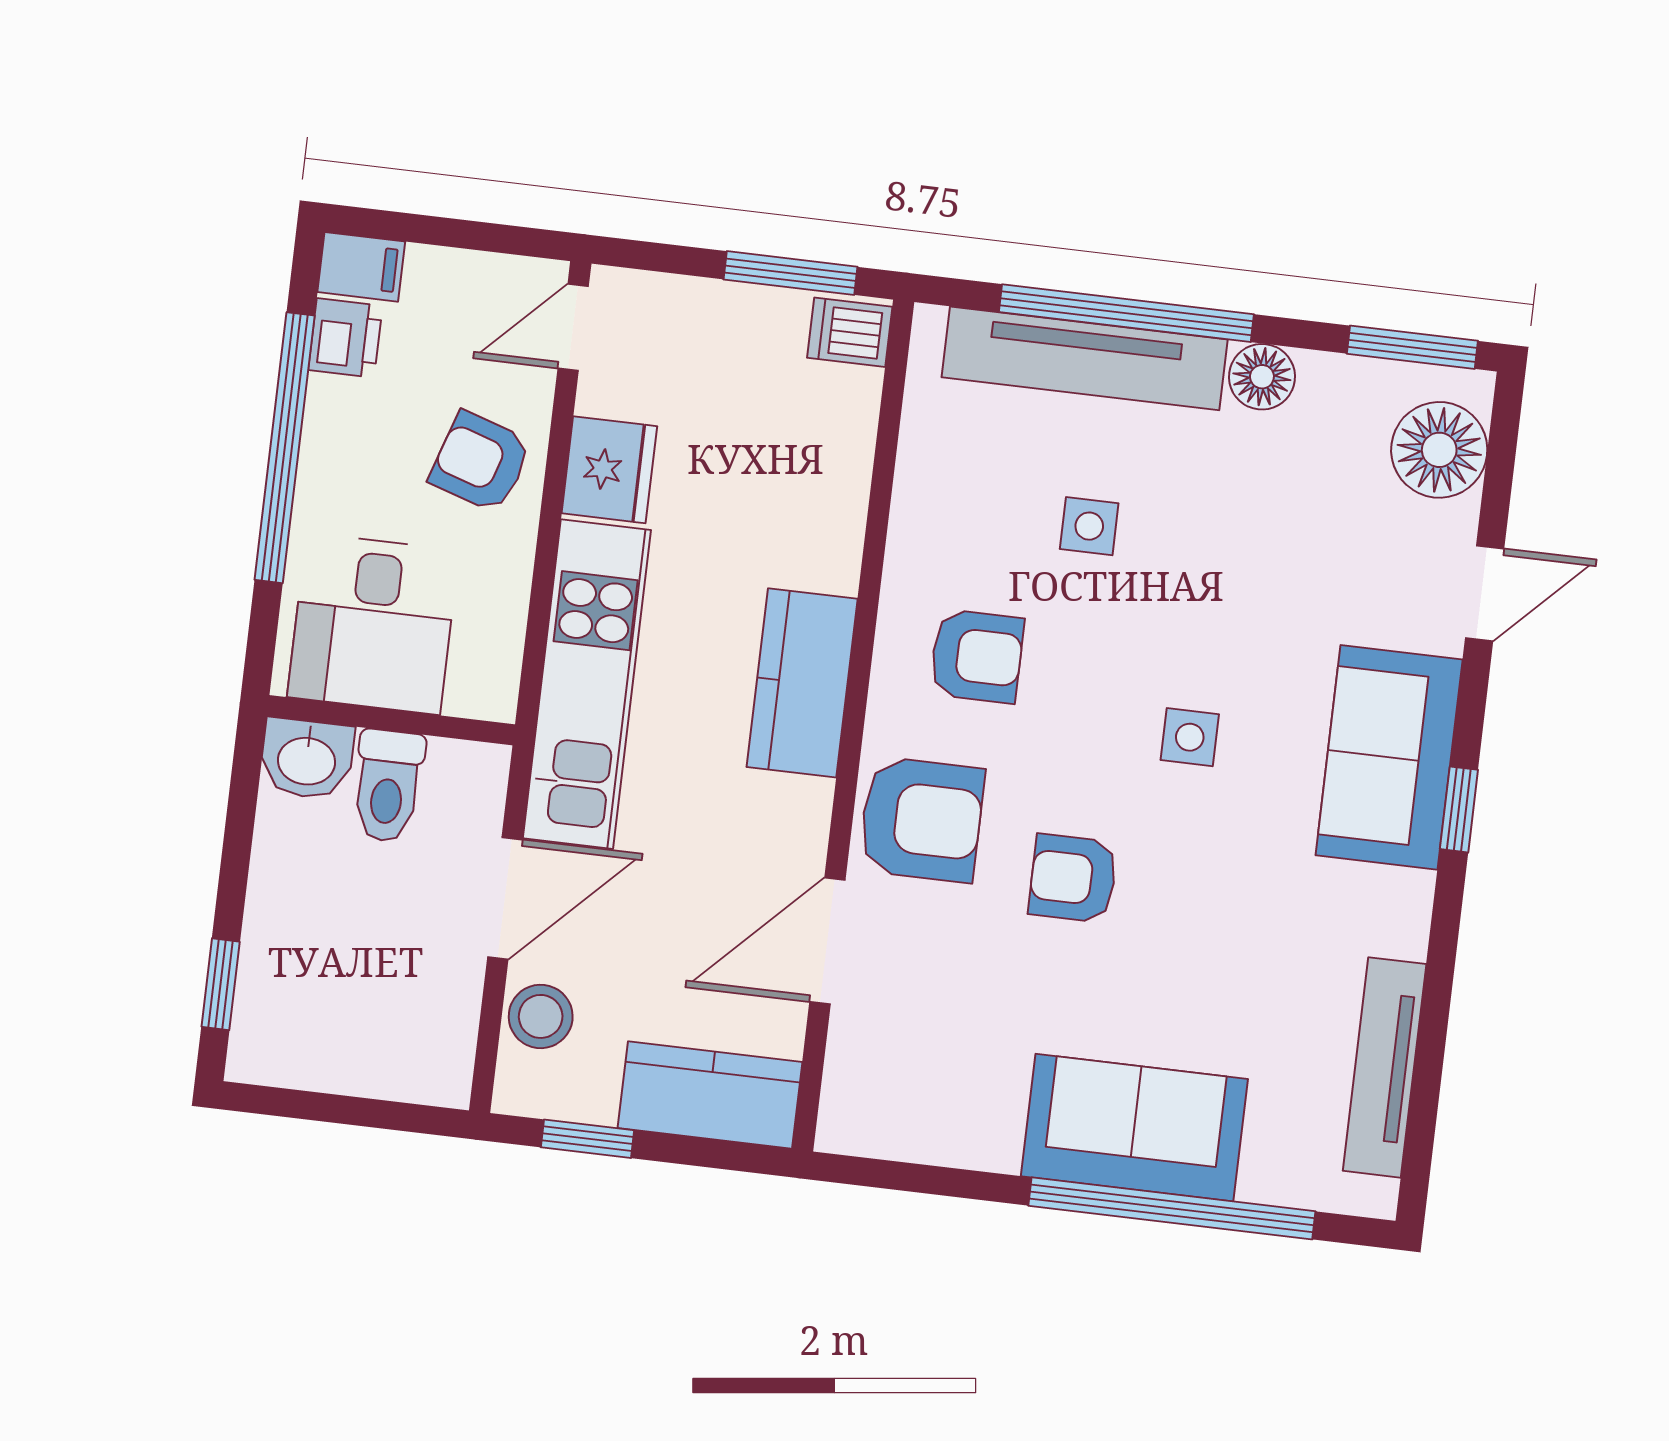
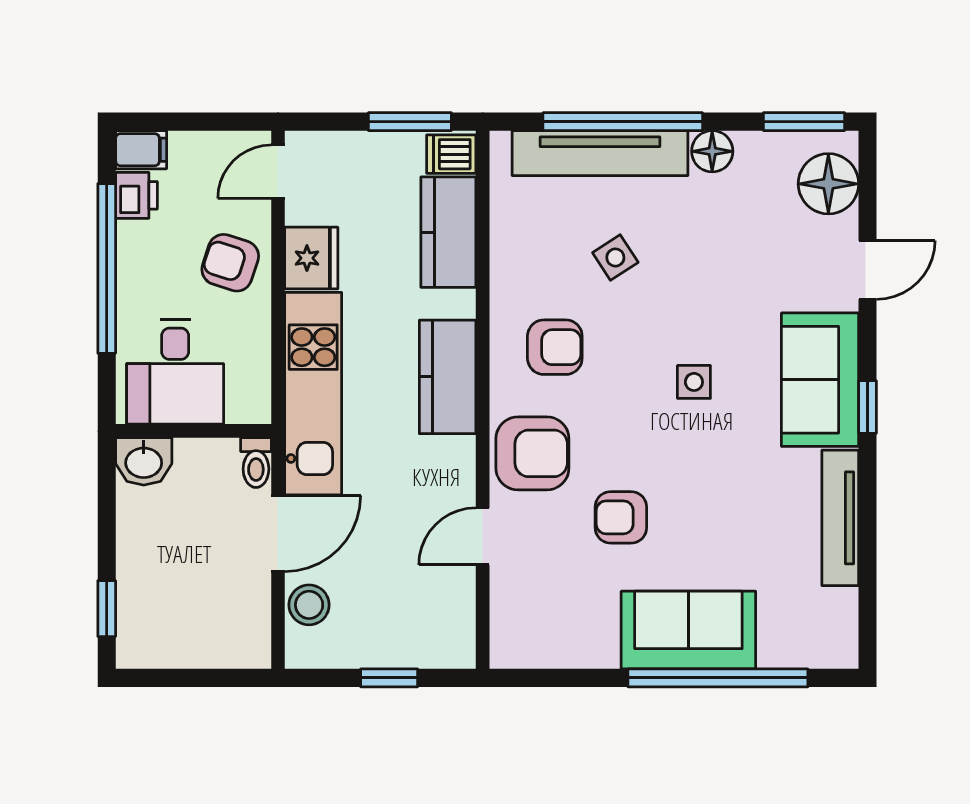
side table: (1089, 526) -> (615, 257), turned -33
toilet: (388, 786) -> (256, 463), moved, width x0.73, depth x0.72
armchair: (1073, 878) -> (621, 517), moved
door: (827, 941) -> (483, 536), width x0.73
tv unit: (1385, 1067) -> (840, 518), moved
kitchen counter: (710, 1095) -> (448, 232), moved, turned -90
window: (588, 1139) -> (389, 678), moved

